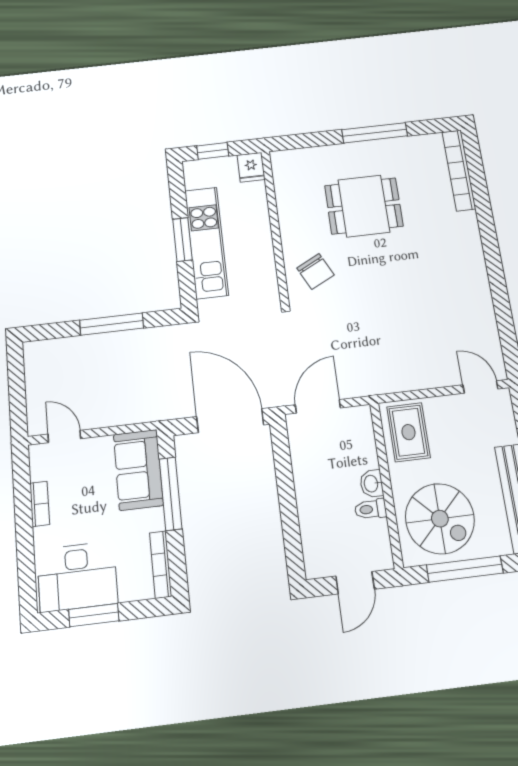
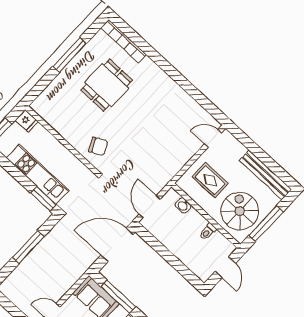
dining table: (364, 206) -> (107, 85), moved
window: (182, 240) -> (43, 199), moved
rug: (408, 432) -> (210, 180), moved
washbasin: (372, 484) -> (183, 205), moved
spiral stairs: (440, 519) -> (240, 211), turned -90

